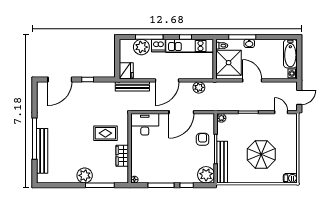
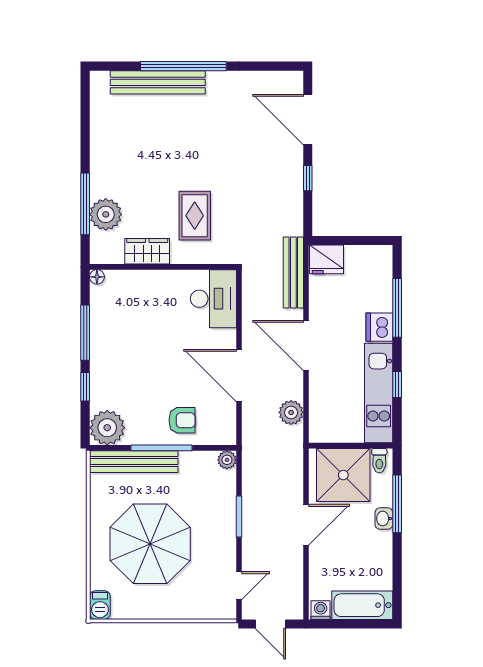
plant: (141, 47) -> (376, 291), removed
parasol: (261, 154) -> (150, 544), width x1.36, depth x1.36
plant: (85, 175) -> (106, 214), moved

